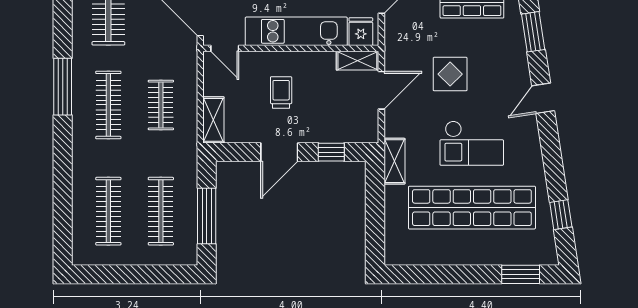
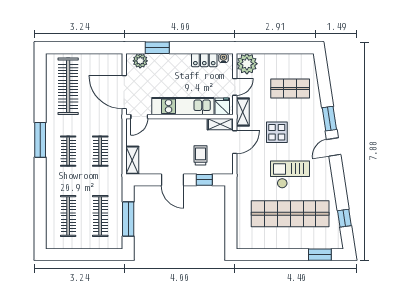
window: (533, 32) -> (329, 119), moved
door: (225, 48) -> (139, 117), hinge flipped
trolley: (281, 92) -> (201, 155), moved
clothes rail: (108, 105) -> (68, 151), width x0.73
checkout: (472, 143) -> (290, 174), turned 180
door: (279, 152) -> (172, 180), hinge flipped
shelving: (394, 161) -> (243, 112), moved

